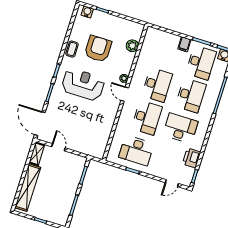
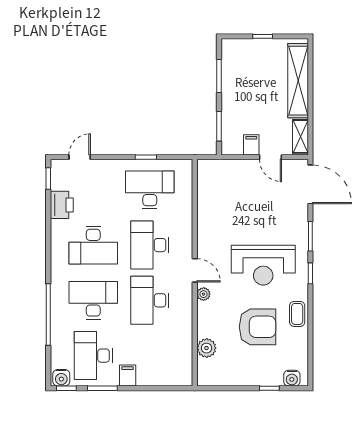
armchair: (98, 49) -> (257, 327), turned -90
desk: (191, 95) -> (93, 300), turned 90
filing cabinet: (68, 158) -> (251, 145), added

